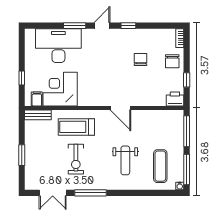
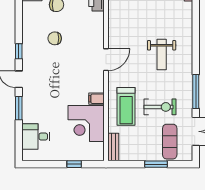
desk: (58, 46) -> (36, 137), width x0.53, depth x0.77
filing cabinet: (37, 99) -> (96, 99), moved
weight bench: (125, 160) -> (162, 55), turned 90
exercise mat: (160, 166) -> (170, 142), moved, turned 90

